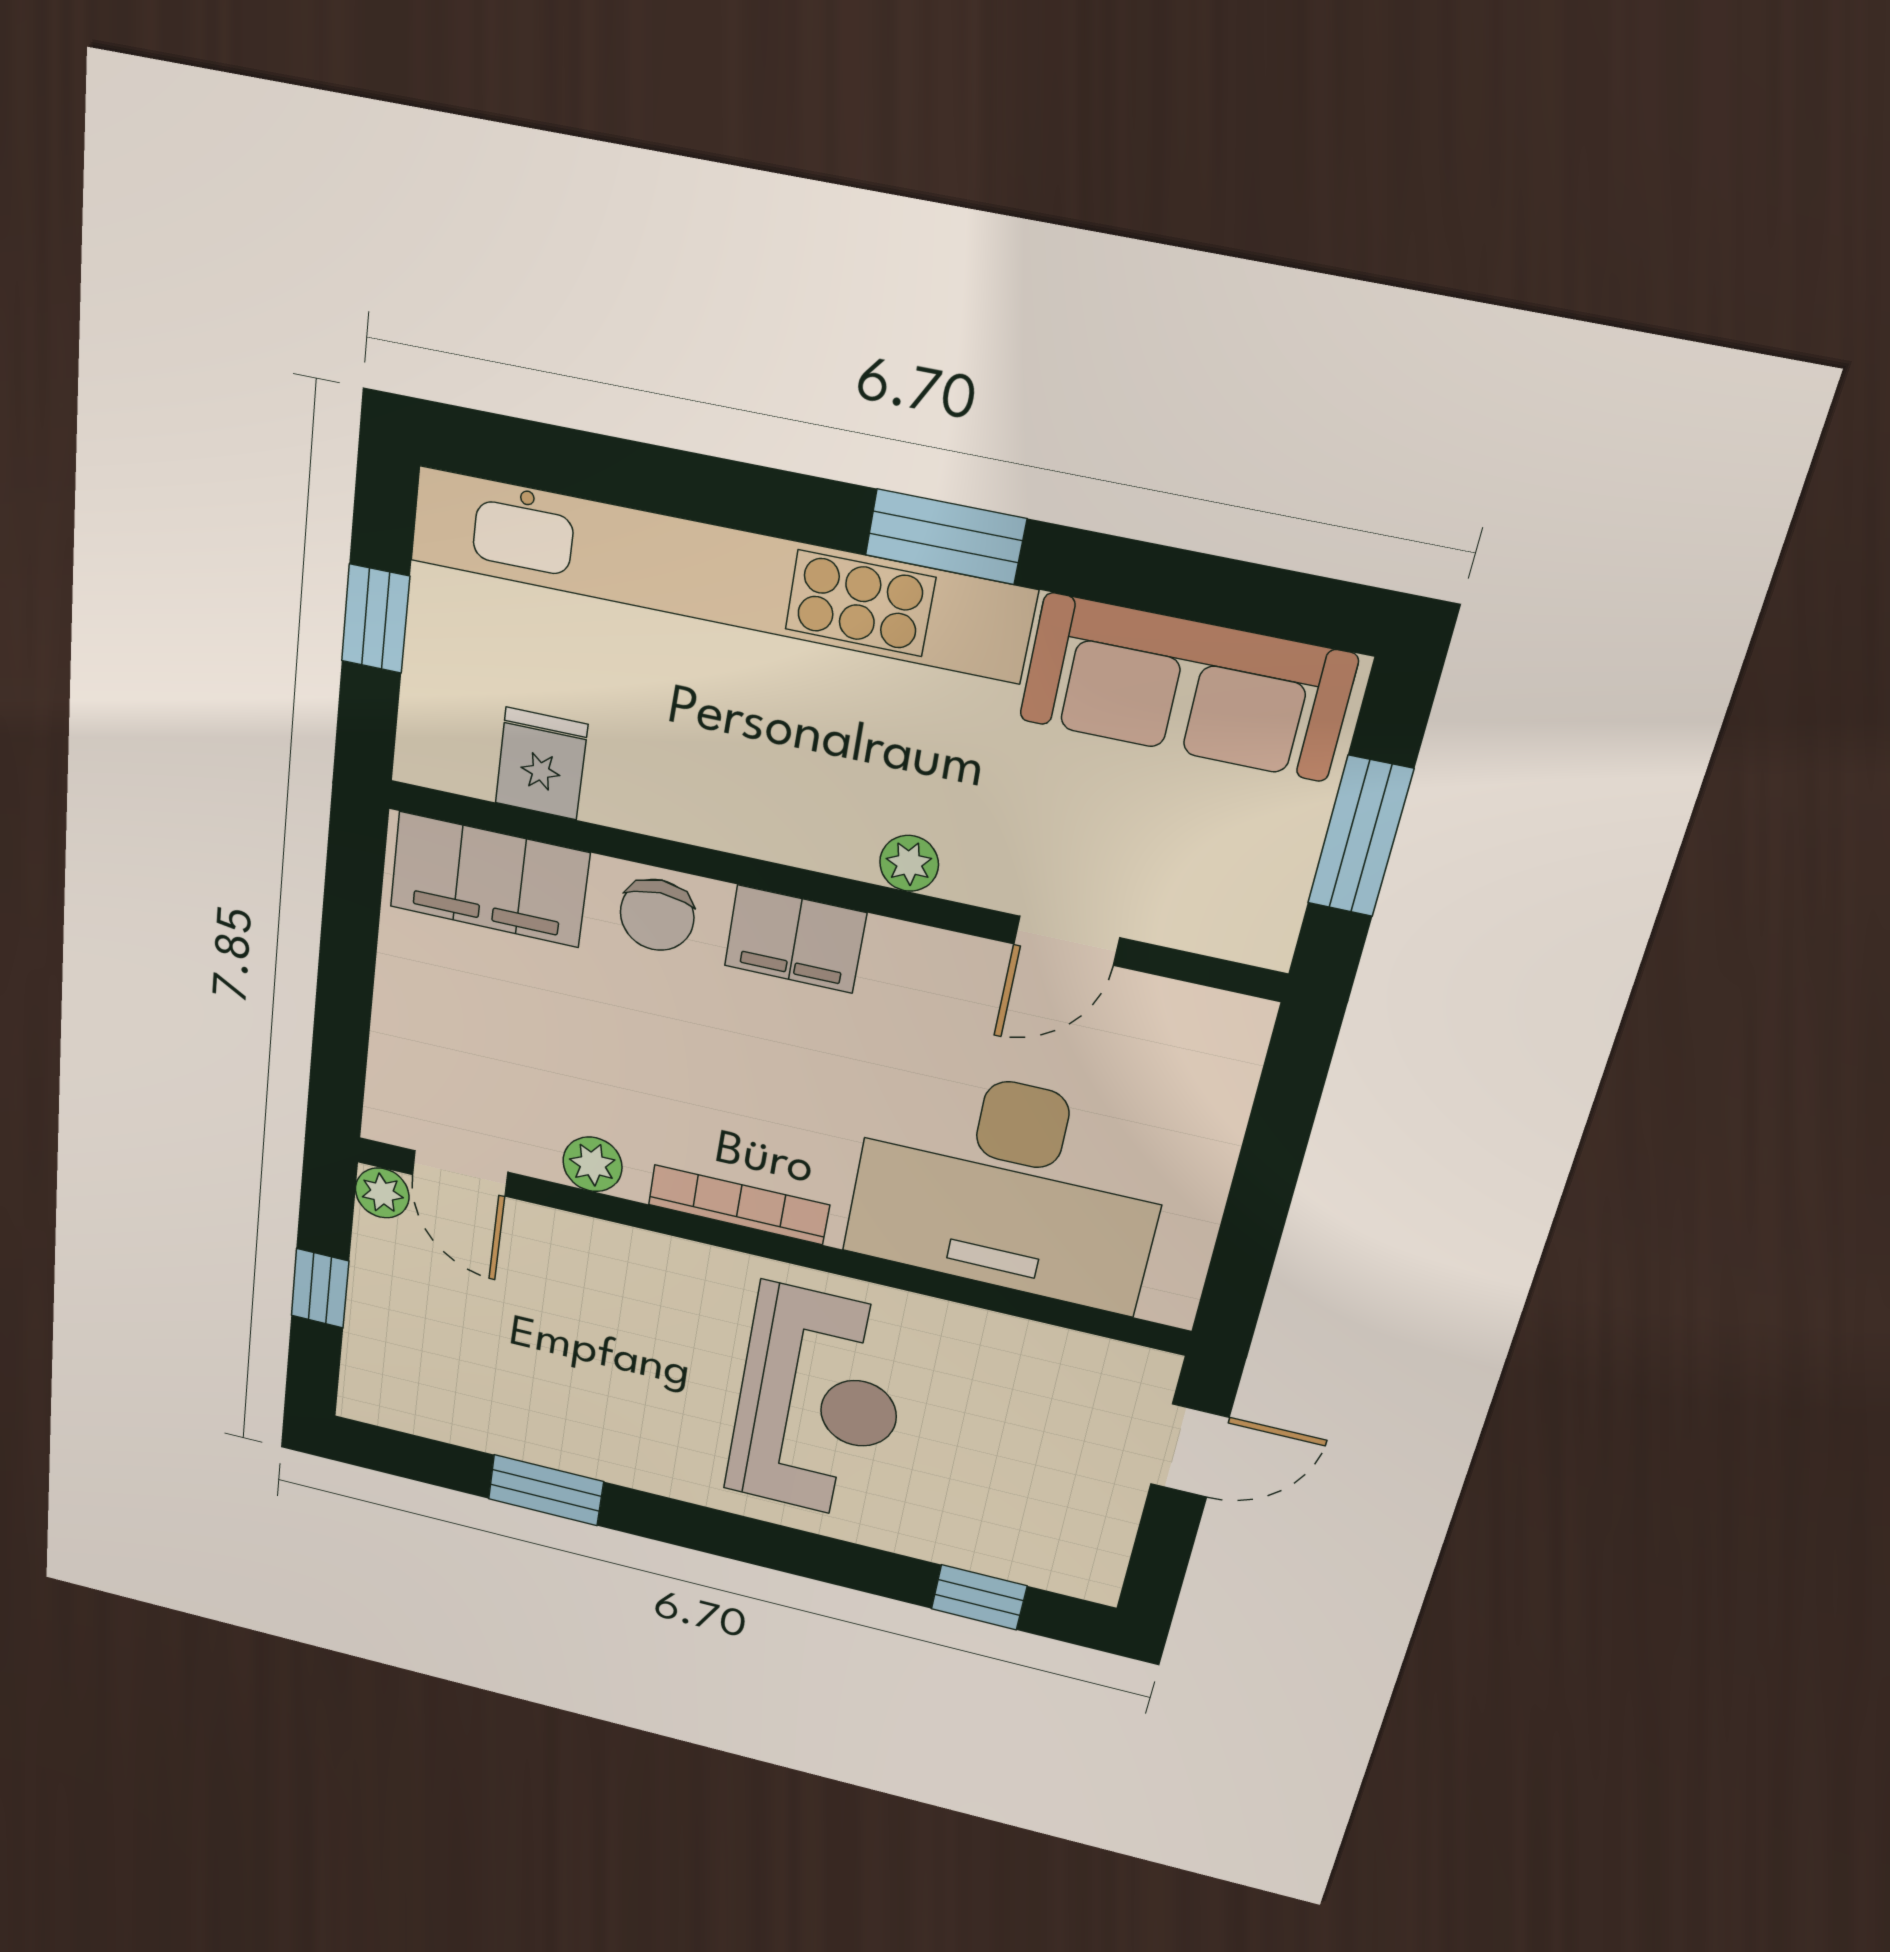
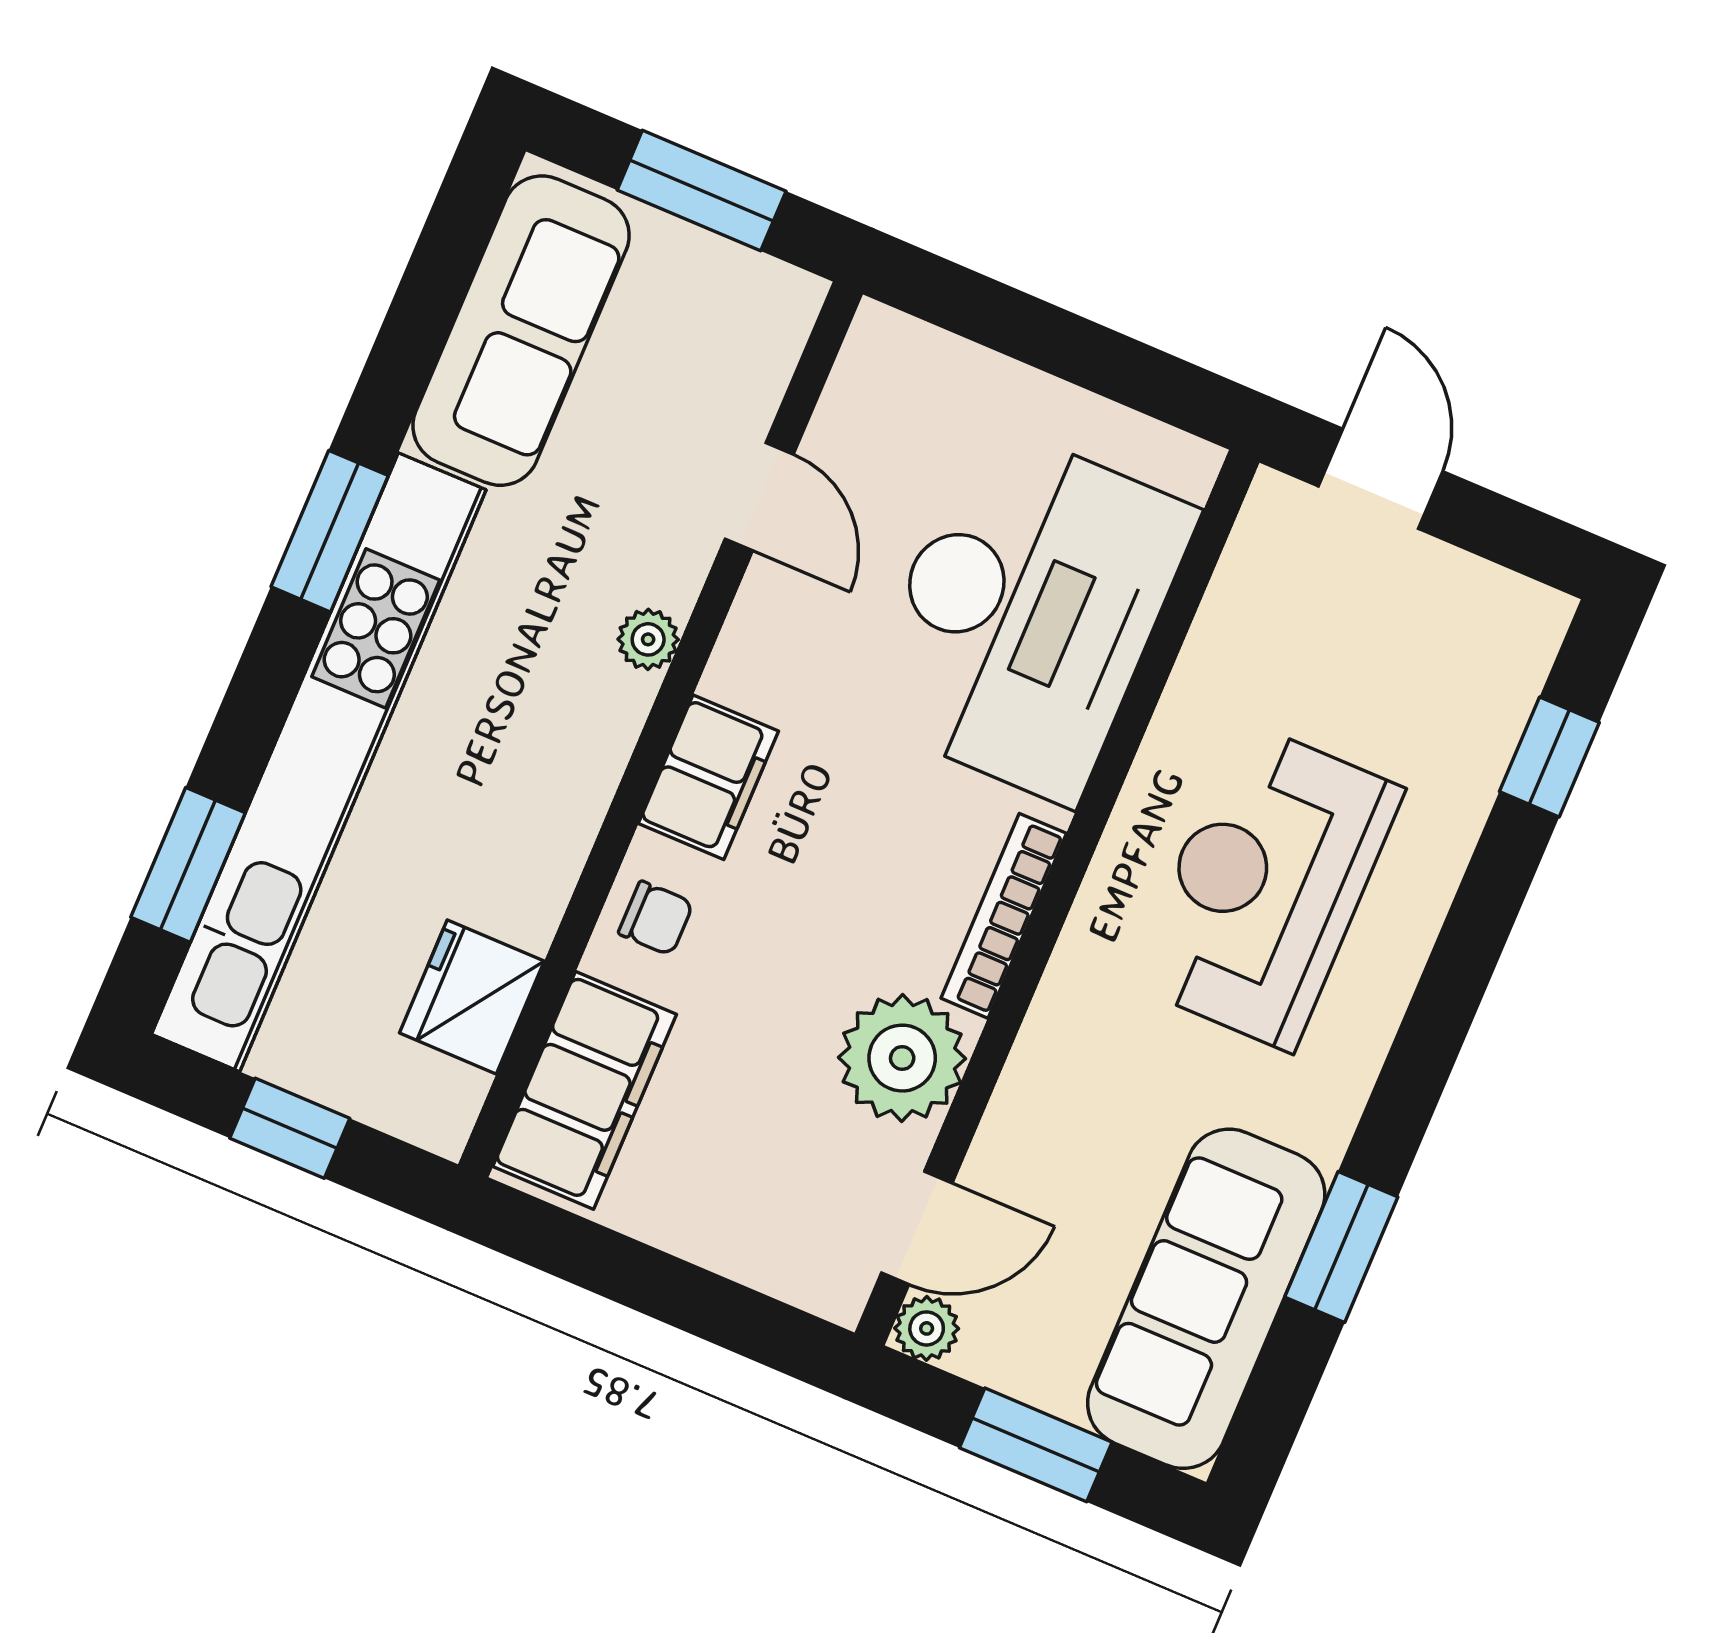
window: (587, 465) -> (188, 865), added
fridge: (541, 764) -> (472, 997), width x1.38
chair: (657, 915) -> (656, 918), width x0.73, depth x0.73
plant: (593, 1164) -> (902, 1058), width x1.87, depth x1.87
window: (320, 1288) -> (1036, 1445), width x1.50
sofa: (475, 1399) -> (1206, 1299), added
reception desk: (819, 1404) -> (1266, 886), turned -90

